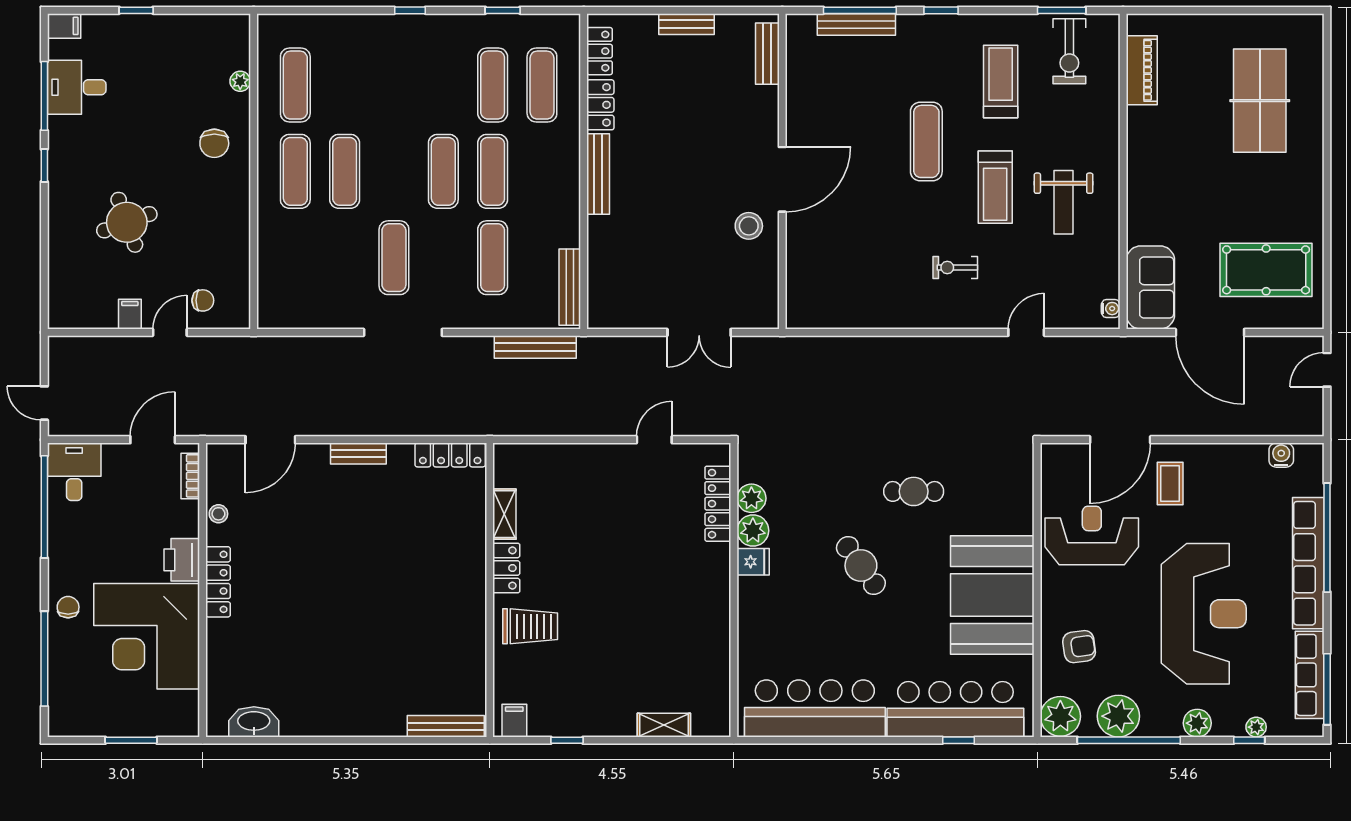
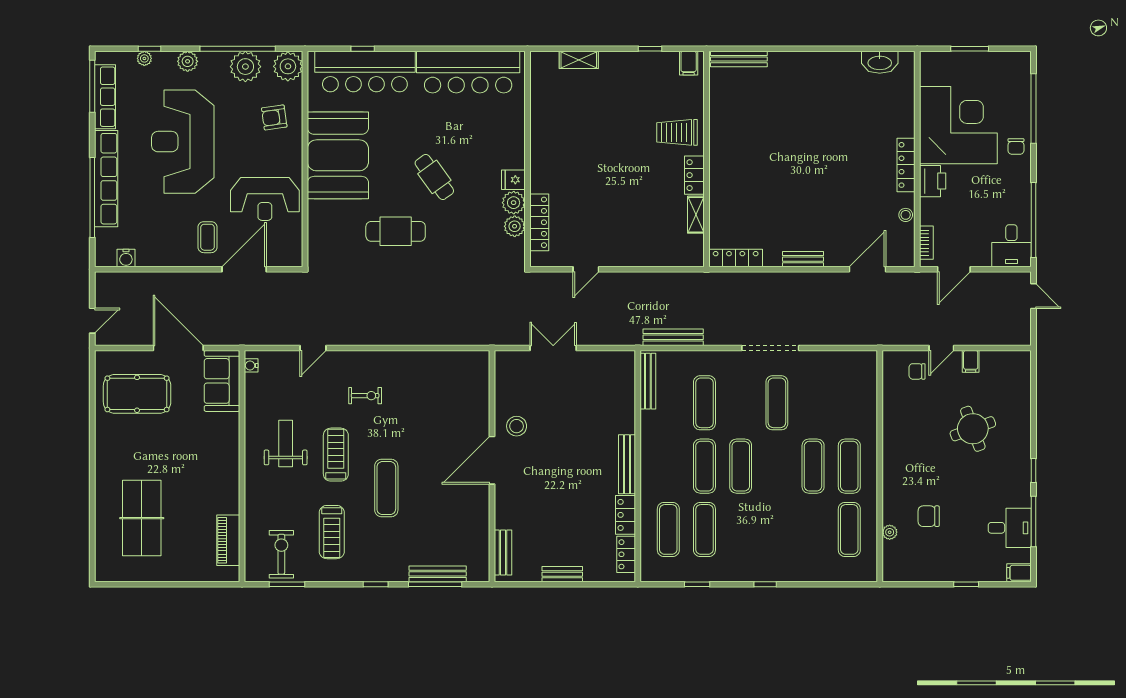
chair: (214, 143) -> (929, 516), moved, turned -90
cafe table: (914, 491) -> (396, 231), width x1.37, depth x1.35

